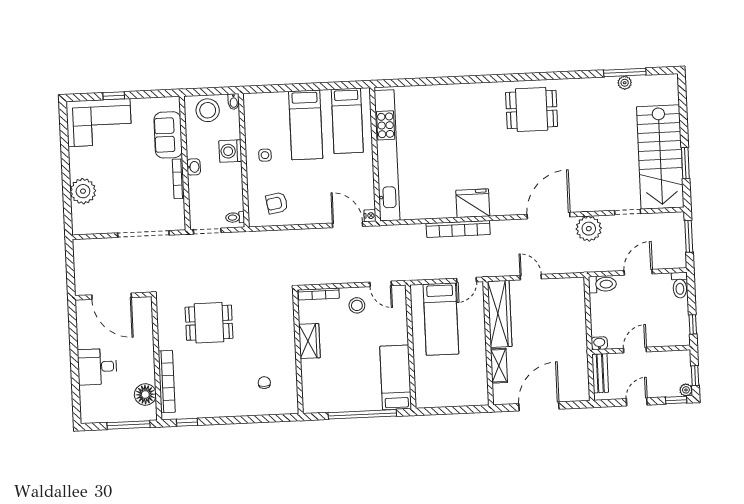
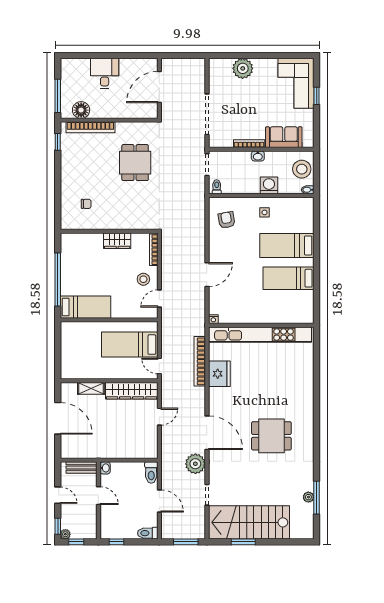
dining table: (532, 109) -> (271, 436), moved, turned 90
wall: (375, 154) -> (261, 325), moved
kitchen unit: (387, 155) -> (260, 335), moved
nightstand: (370, 216) -> (213, 319), moved

